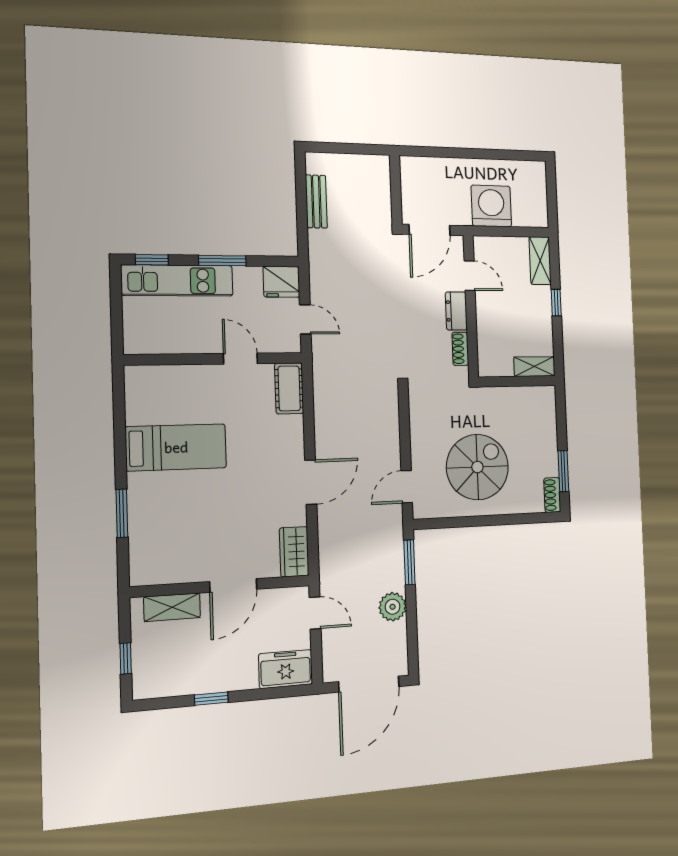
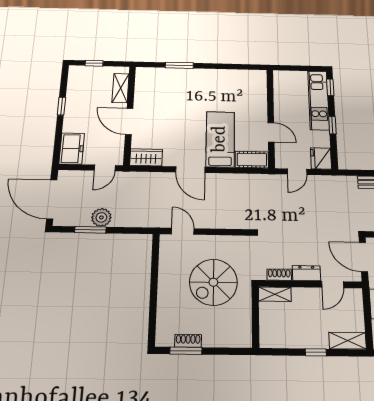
window: (222, 261) -> (332, 125), width x0.67
door: (240, 359) -> (271, 132), hinge flipped
shelving: (534, 367) -> (275, 294), moved, turned 90
bed: (176, 447) -> (220, 139), moved, turned 180
spiral stairs: (477, 467) -> (213, 282), moved, turned 90
shoe rack: (552, 495) -> (188, 341), moved
window: (409, 562) -> (90, 230), moved

